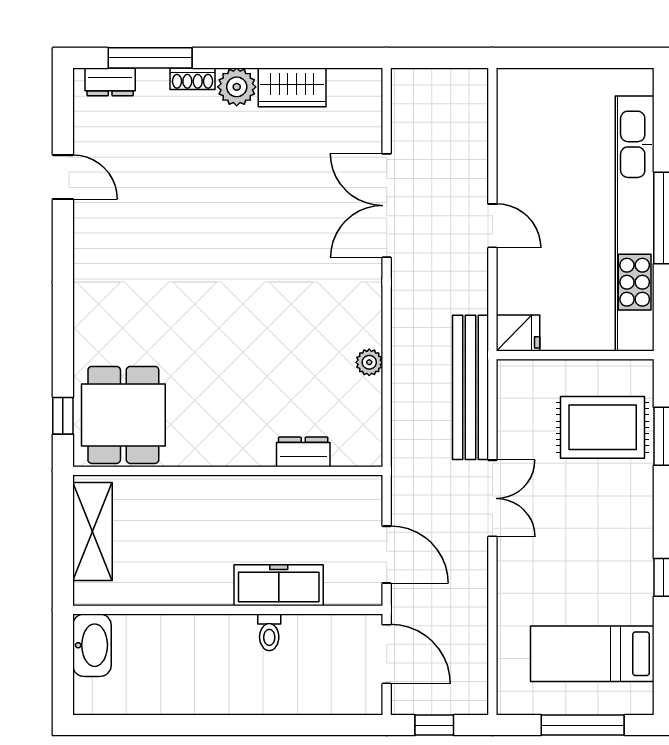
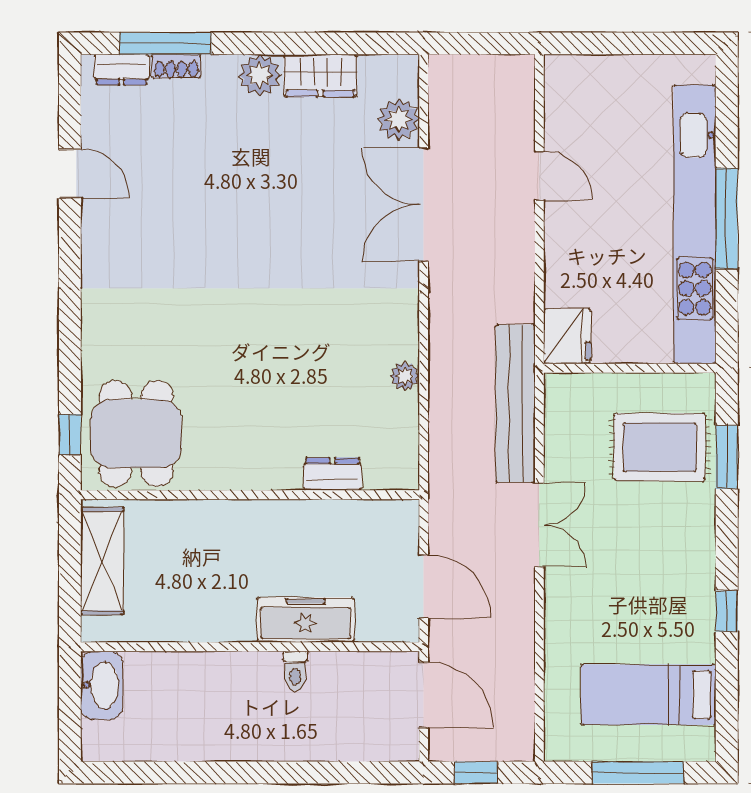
shoe rack: (193, 79) -> (176, 66), moved
plant: (364, 127) -> (399, 119), added
door: (492, 226) -> (539, 176), moved
fridge: (518, 333) -> (567, 336), width x1.38

